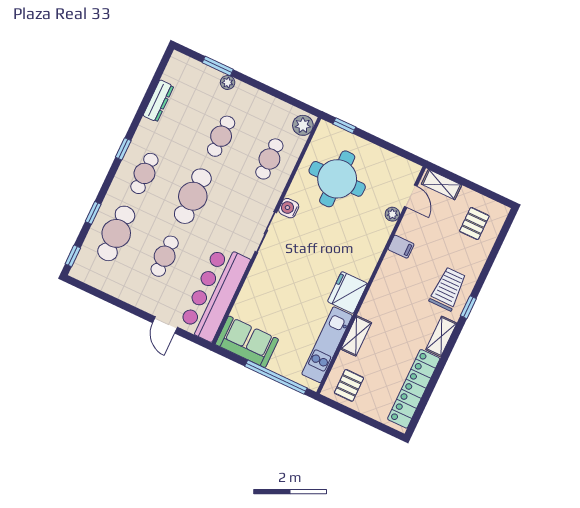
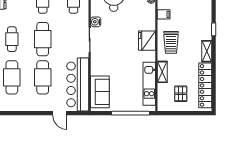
cafe table: (165, 256) -> (43, 77), width x1.37, depth x1.35
trolley: (448, 289) -> (171, 42), moved, turned 180
fridge: (347, 293) -> (147, 41), moved
sofa: (247, 342) -> (100, 92), moved, turned 90
pallet: (349, 385) -> (181, 94), moved

